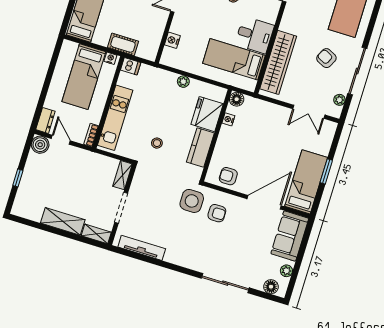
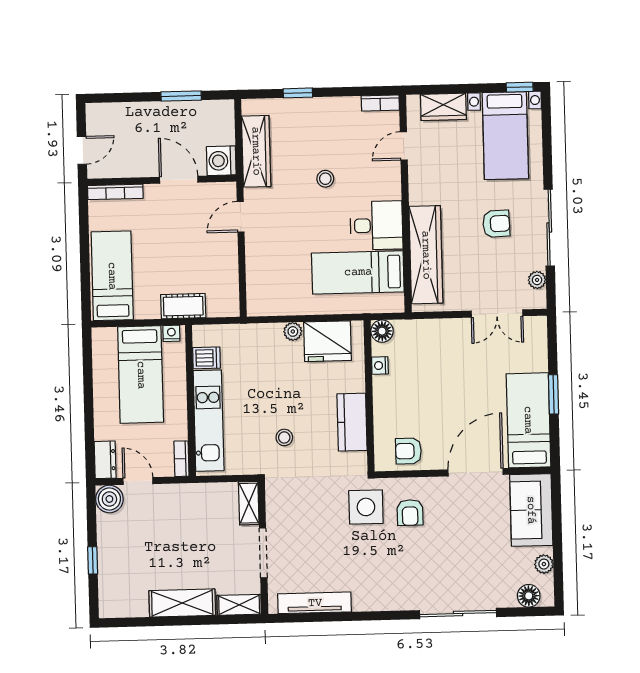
nightstand: (172, 40) -> (256, 275), removed
armchair: (326, 58) -> (496, 224), turned 152
dishwasher: (131, 66) -> (206, 358), moved
fridge: (207, 114) -> (328, 341), moved, turned -90
armchair: (217, 213) -> (410, 513), turned 90

